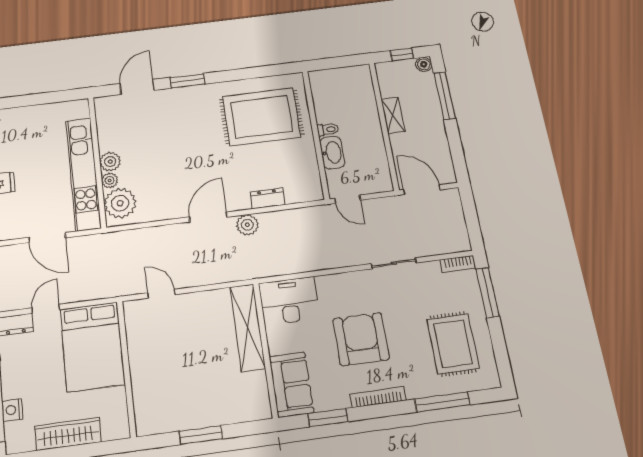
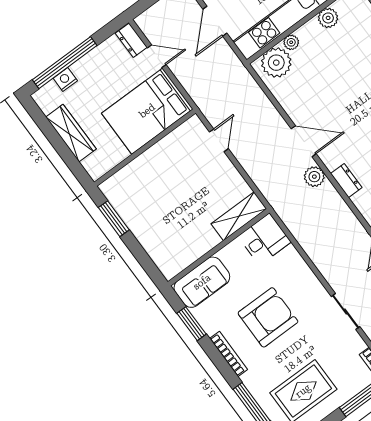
plant: (110, 162) -> (328, 18), moved
desk: (289, 301) -> (264, 239), width x0.73
shelving: (247, 327) -> (239, 216), width x0.68
window: (201, 435) -> (114, 219), moved

